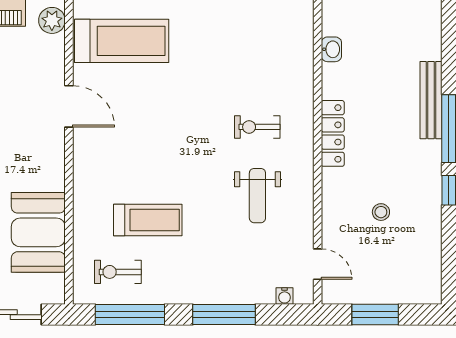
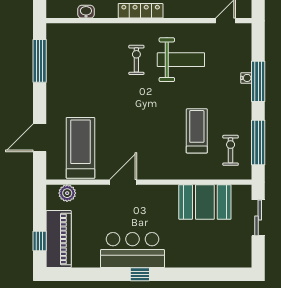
exercise bike: (257, 127) -> (136, 60), turned 180
weight bench: (257, 196) -> (181, 60), width x1.36, depth x1.33
exercise bike: (118, 272) -> (231, 150), turned 180
water cooler: (285, 296) -> (246, 78), moved

